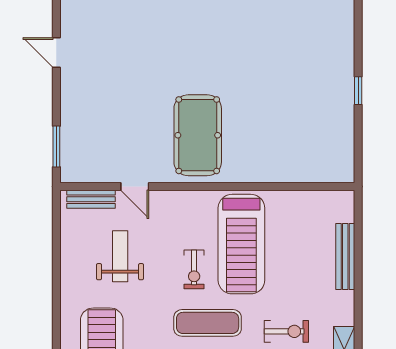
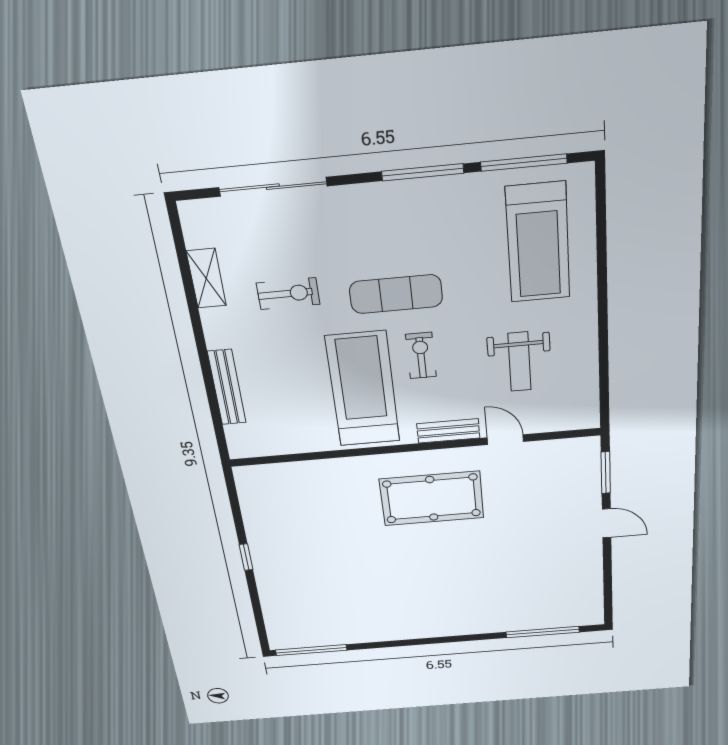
door: (56, 52) -> (607, 523), moved
pool table: (198, 135) -> (432, 498), turned 90
bench: (91, 199) -> (448, 431), moved
exercise bike: (286, 331) -> (288, 294), turned 180

